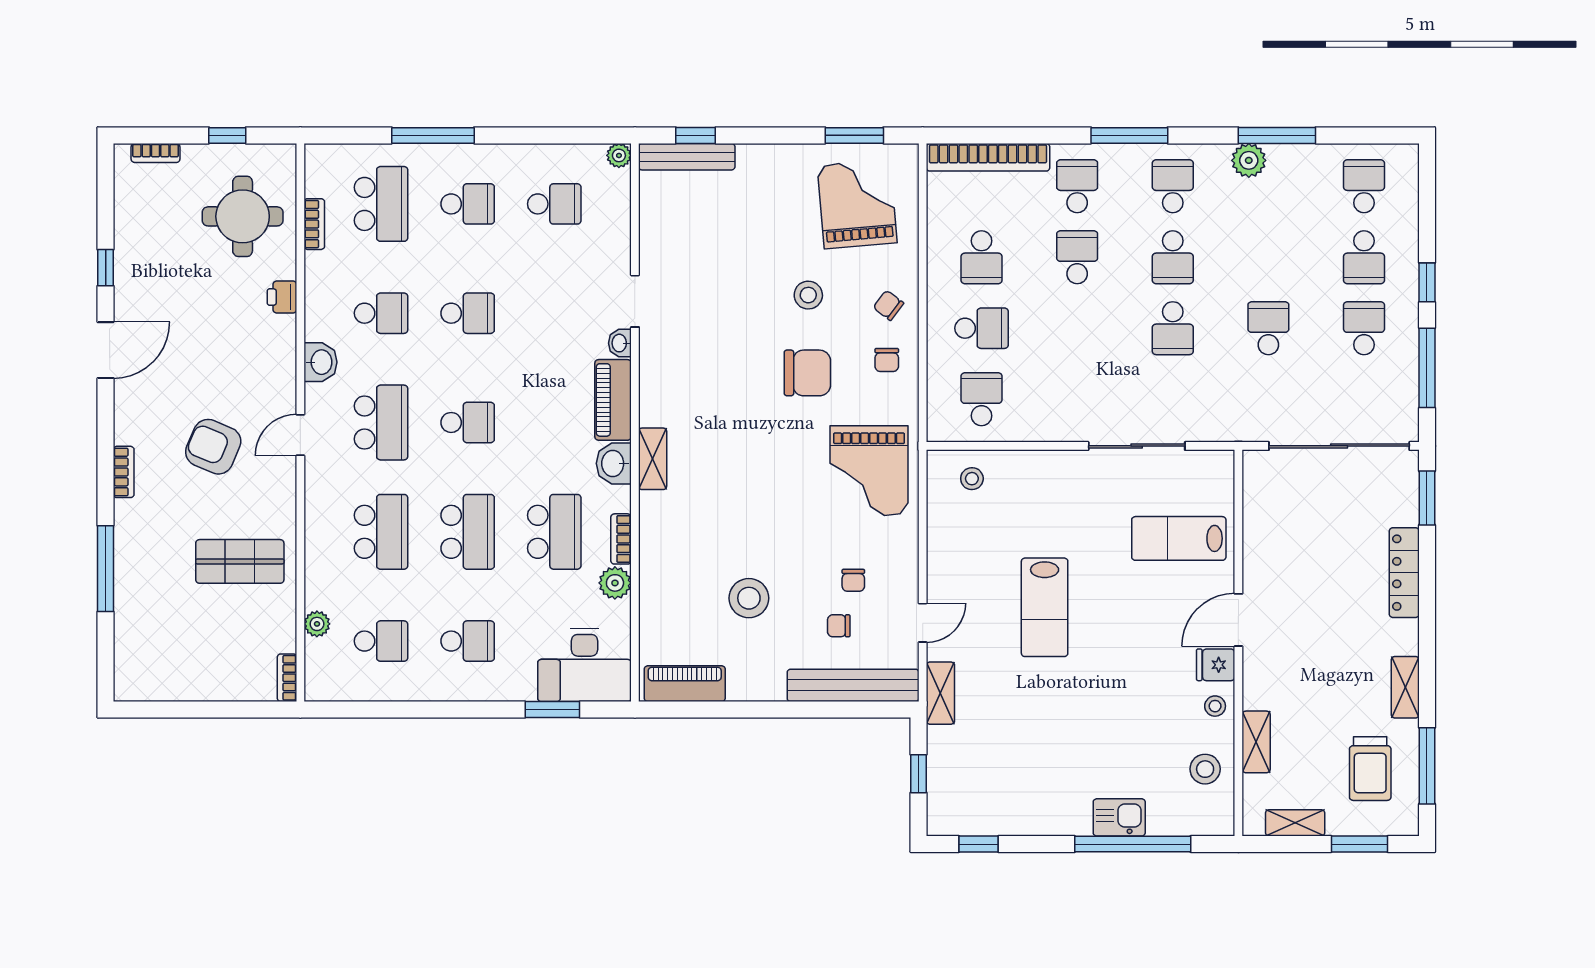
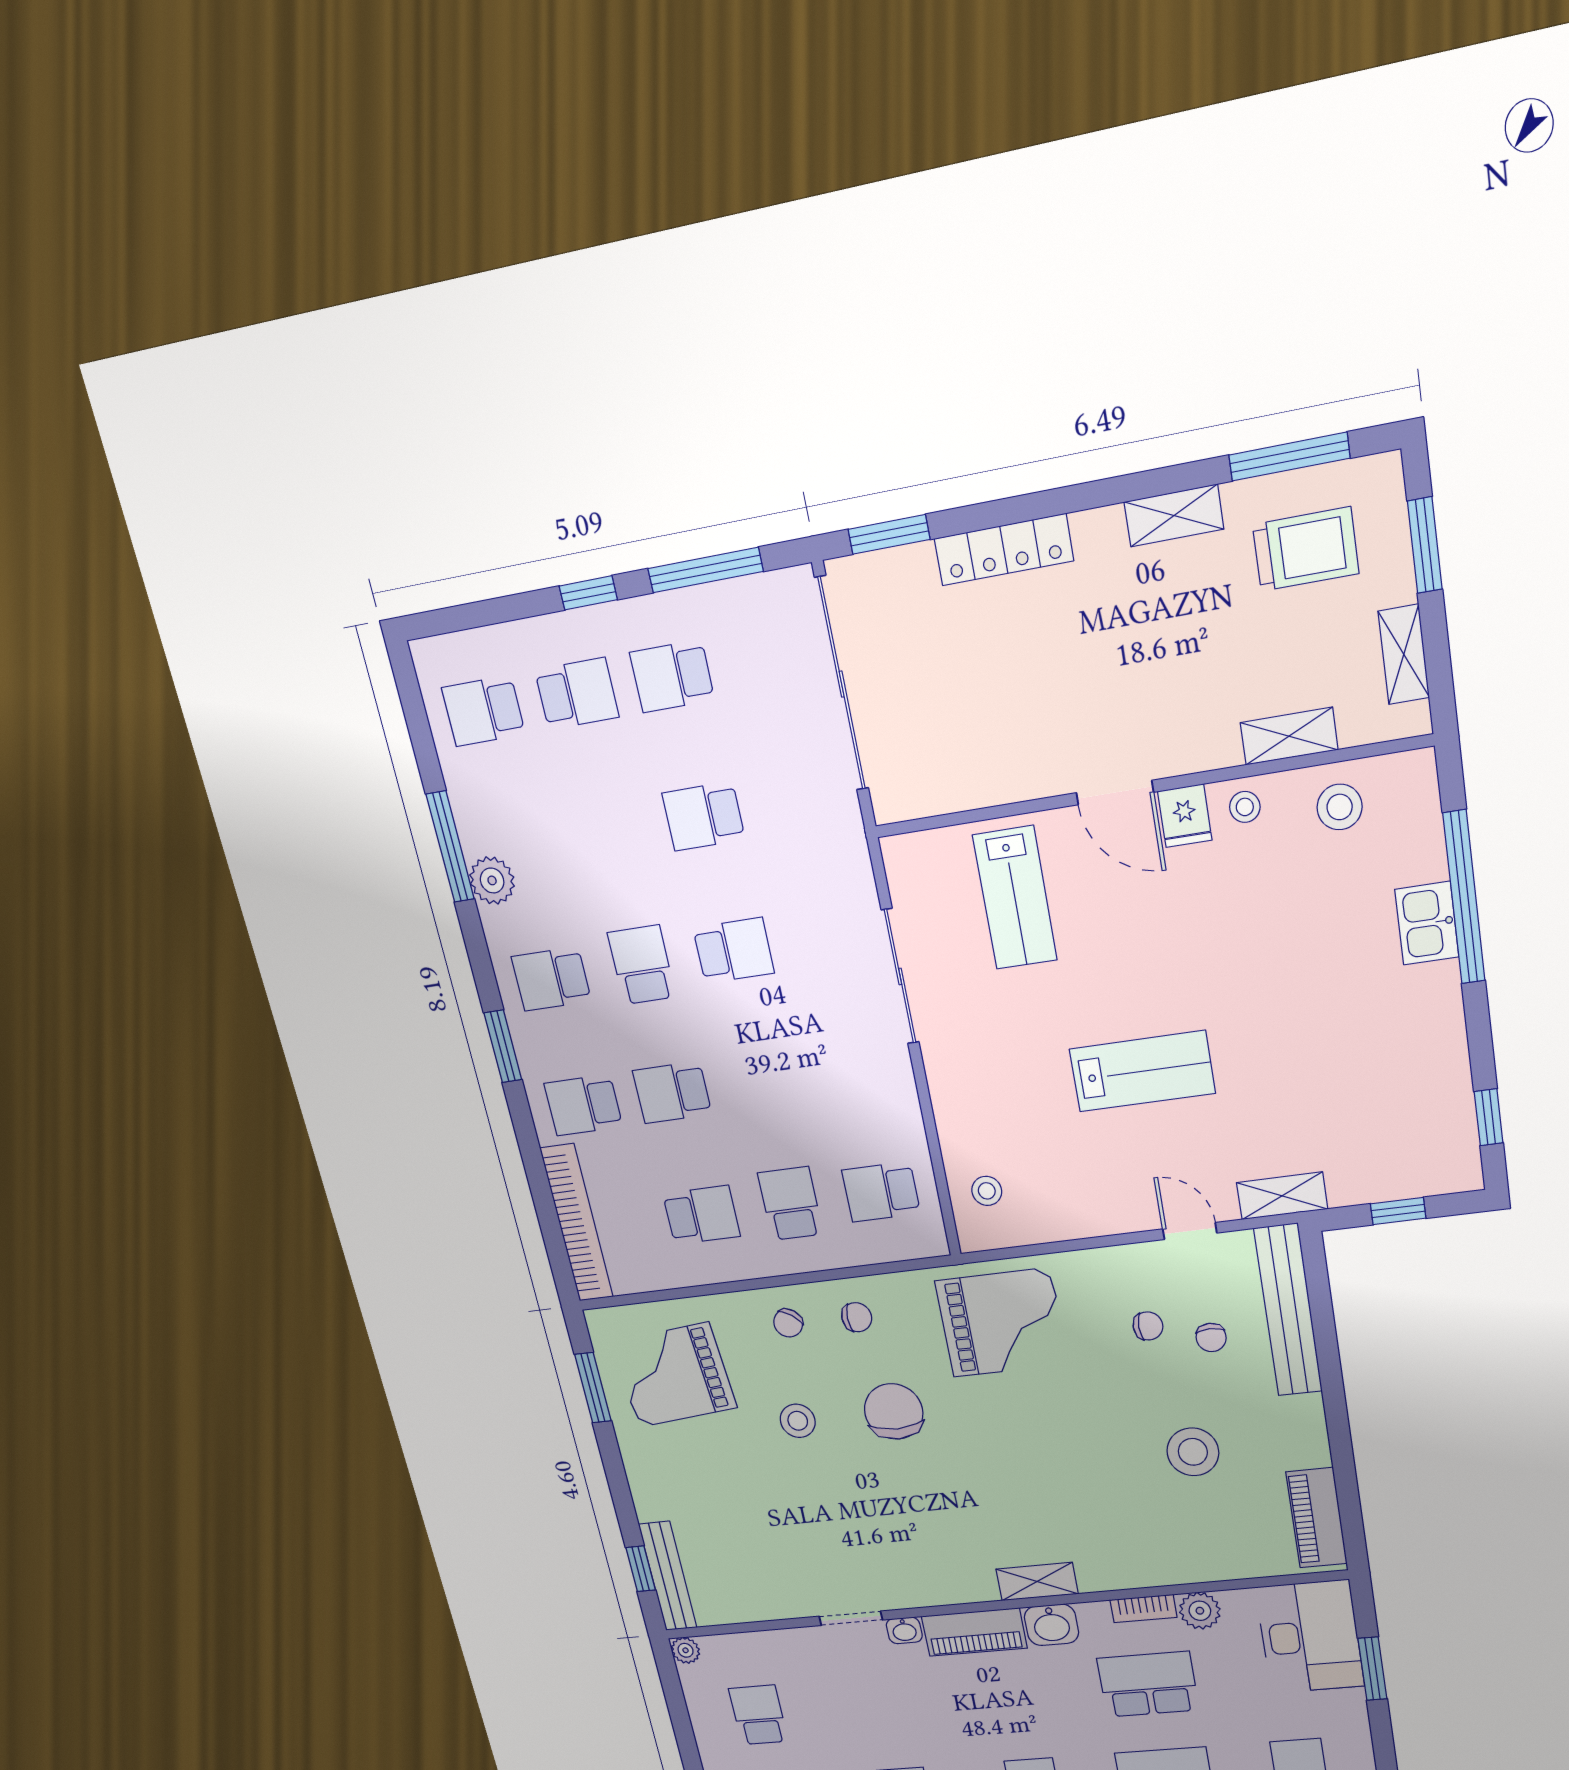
window: (1129, 135) -> (503, 1046), width x0.69
school desk: (1173, 257) -> (642, 965), turned -90

